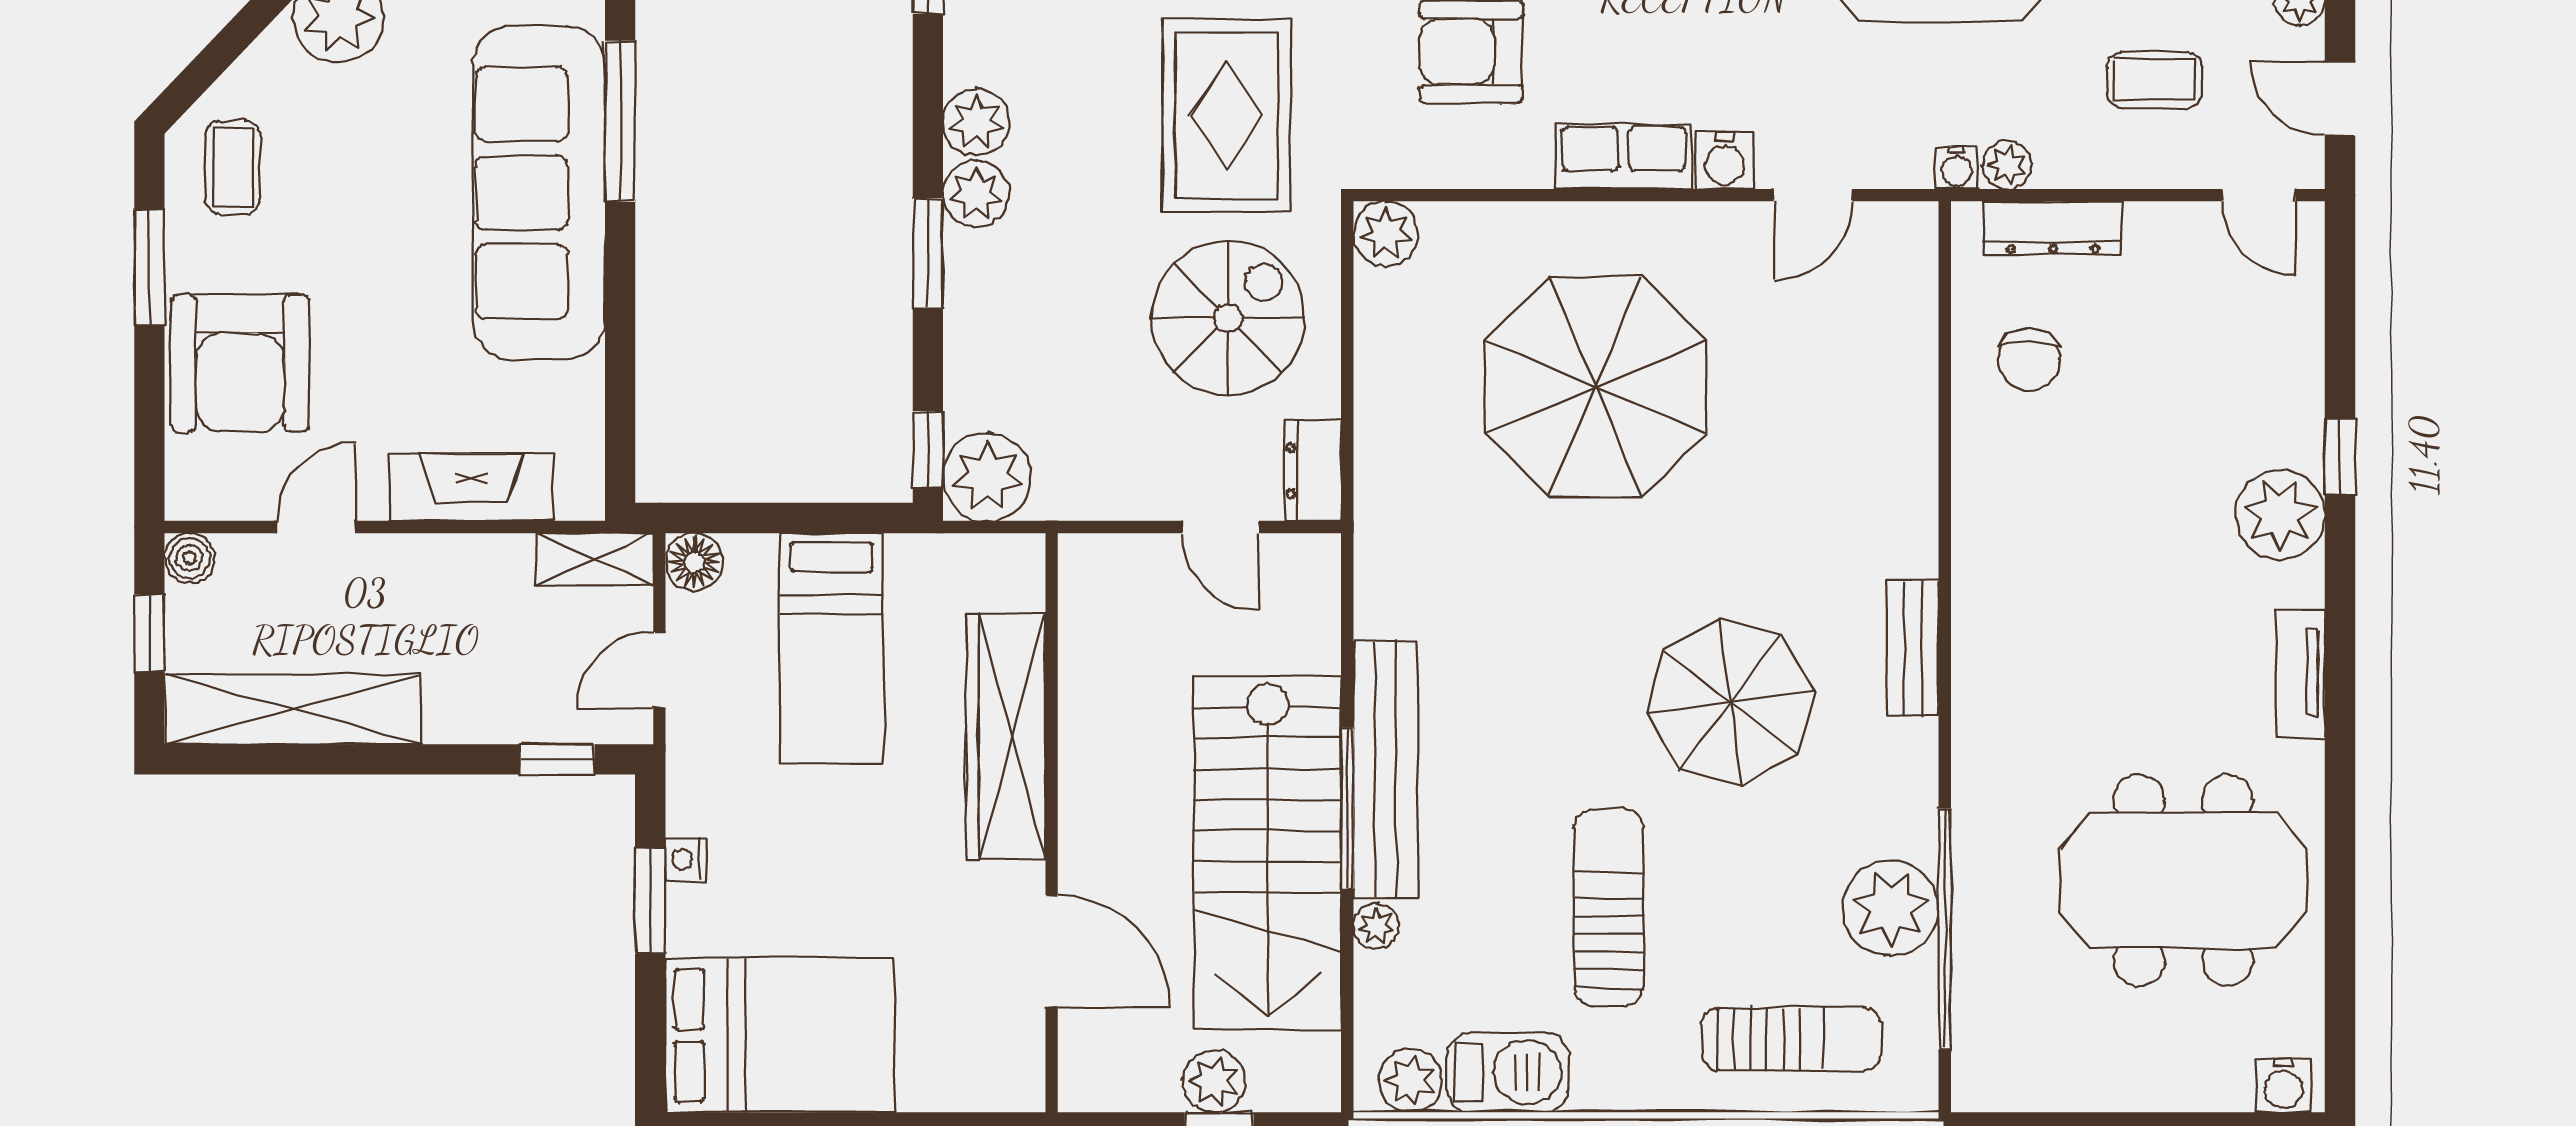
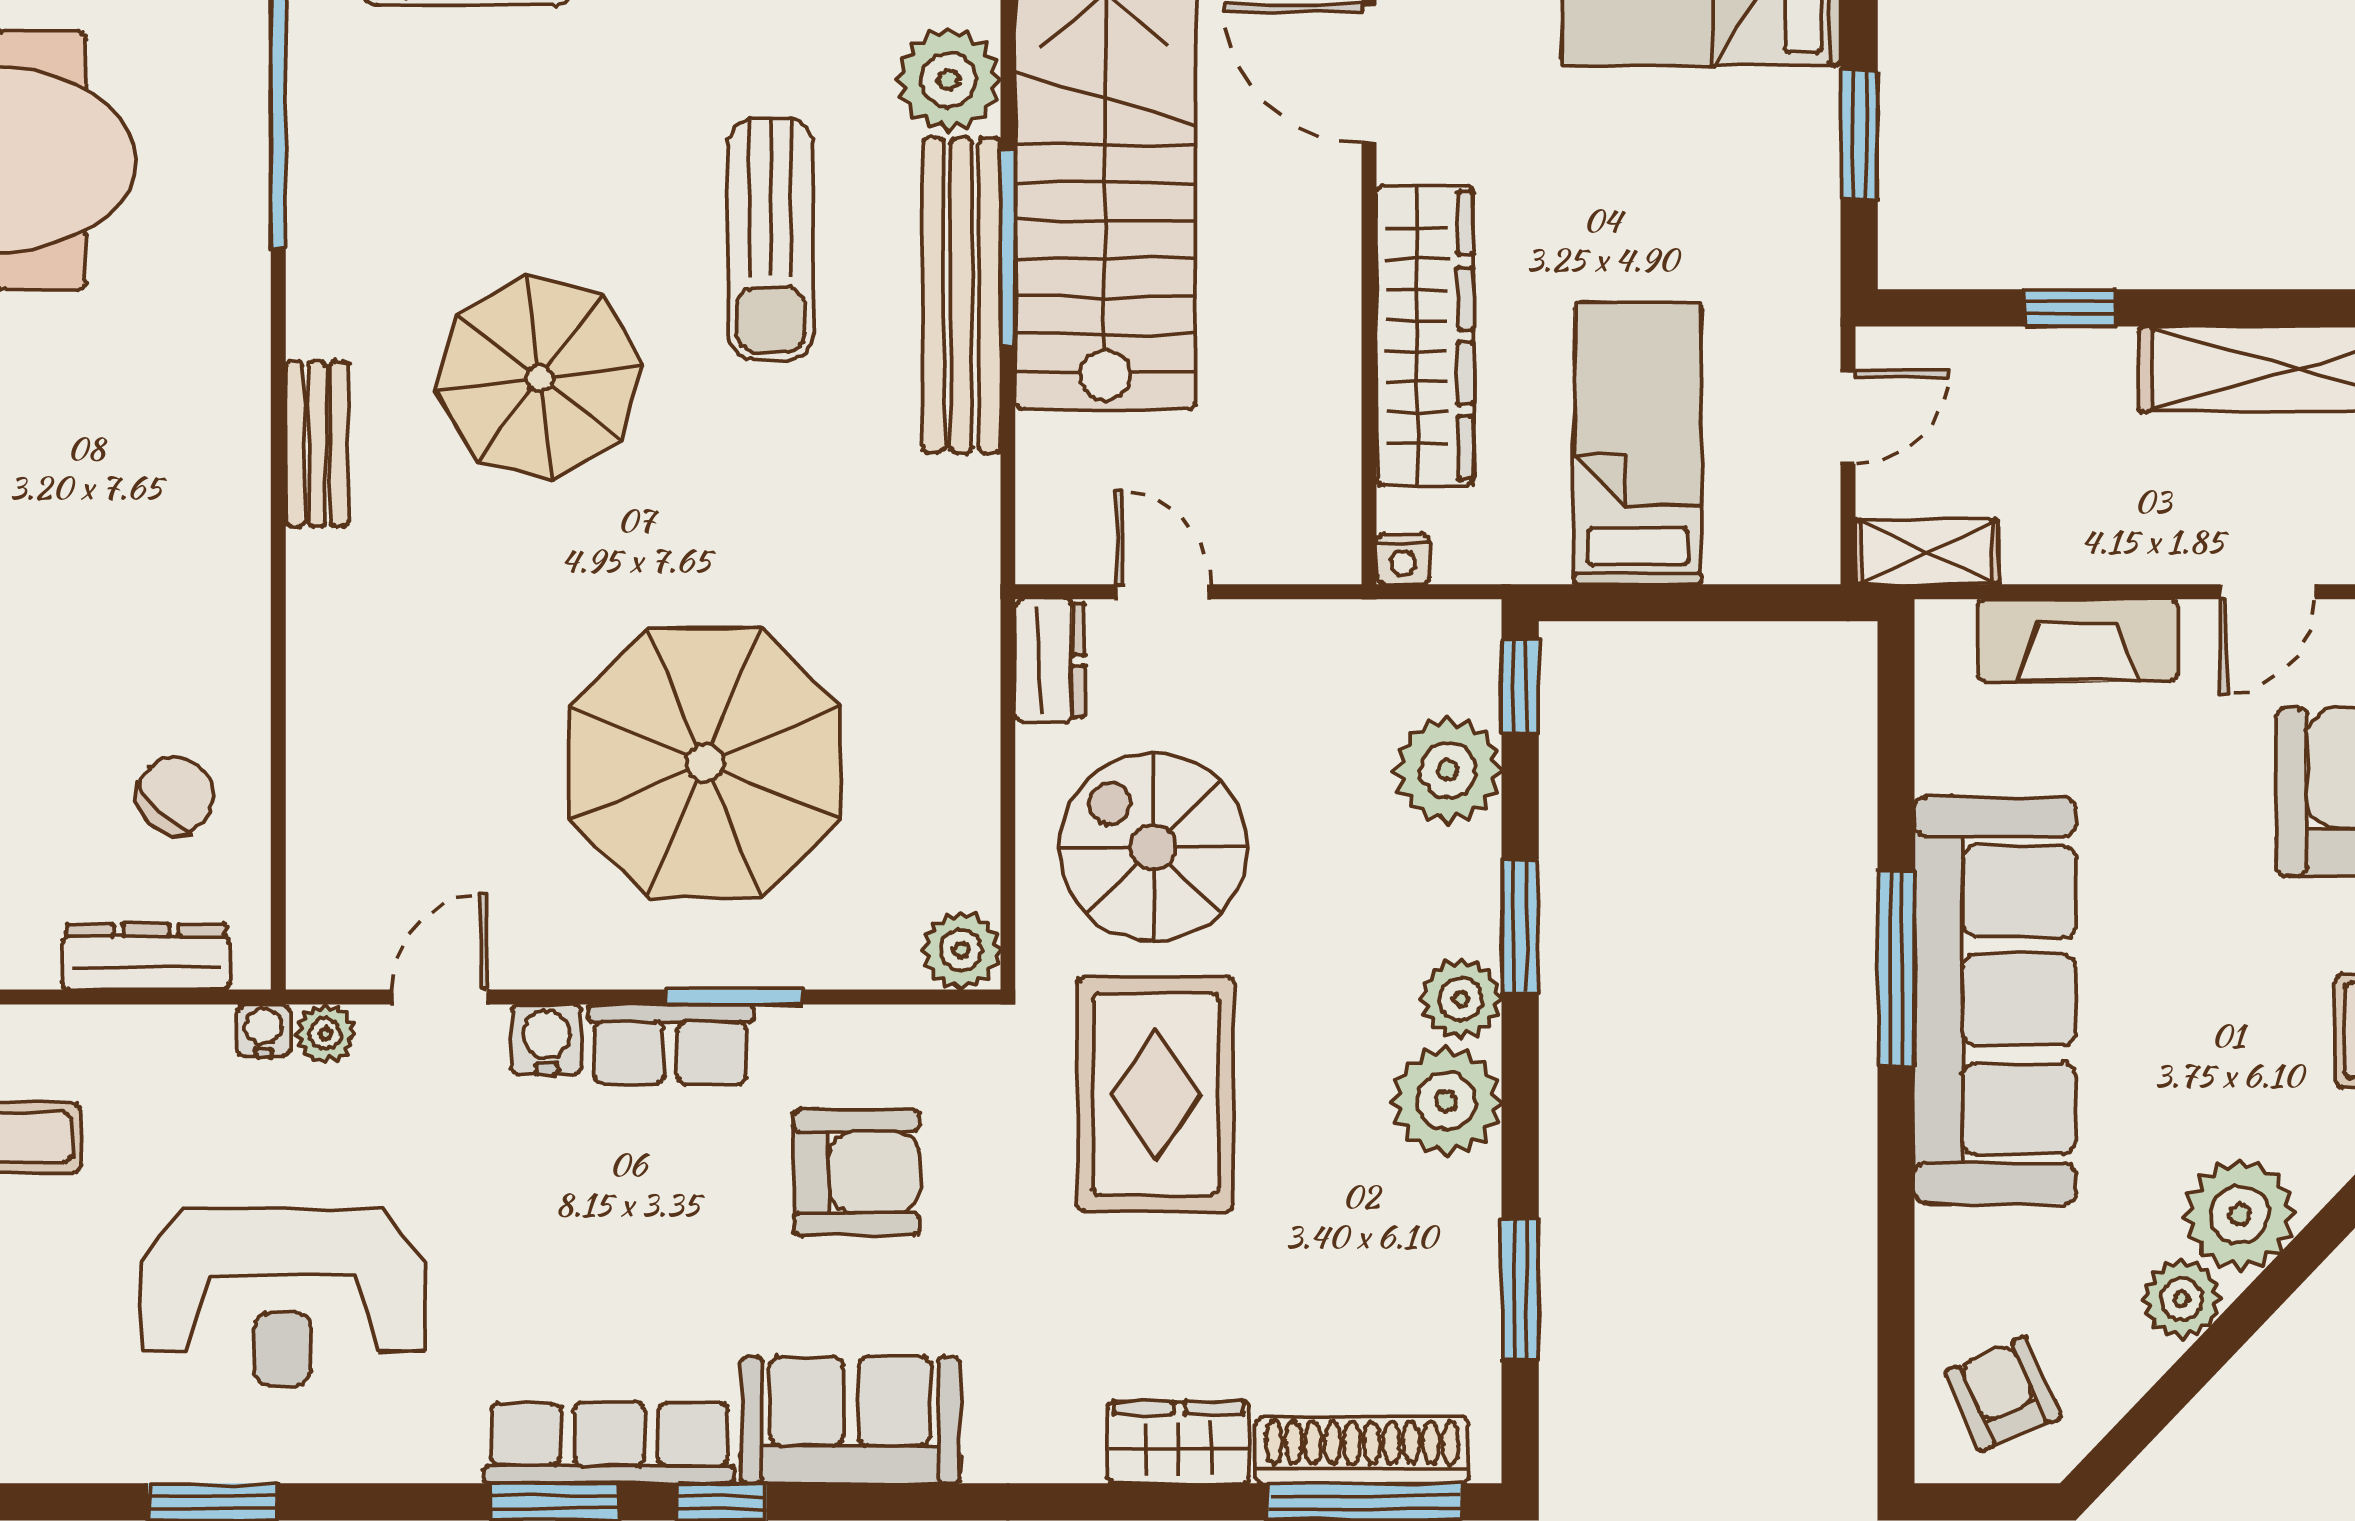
window: (620, 121) -> (1896, 969), moved
plant: (976, 122) -> (1446, 1101), width x1.36, depth x1.36
plant: (2007, 165) -> (325, 1034), moved
window: (1571, 195) -> (734, 997), added
spiral stairs: (1228, 318) -> (1153, 847), turned 90
chair: (2029, 360) -> (176, 796), turned 44
plant: (987, 477) -> (1448, 770), moved
floor lamp: (694, 562) -> (1805, 549), removed
window: (557, 759) -> (2070, 308), moved
nightstand: (686, 859) -> (1403, 559), moved, turned 90
sun lounger: (1609, 907) -> (771, 239), moved
plant: (1891, 908) -> (344, 127), removed
plant: (1376, 926) -> (948, 80), width x1.87, depth x1.87

